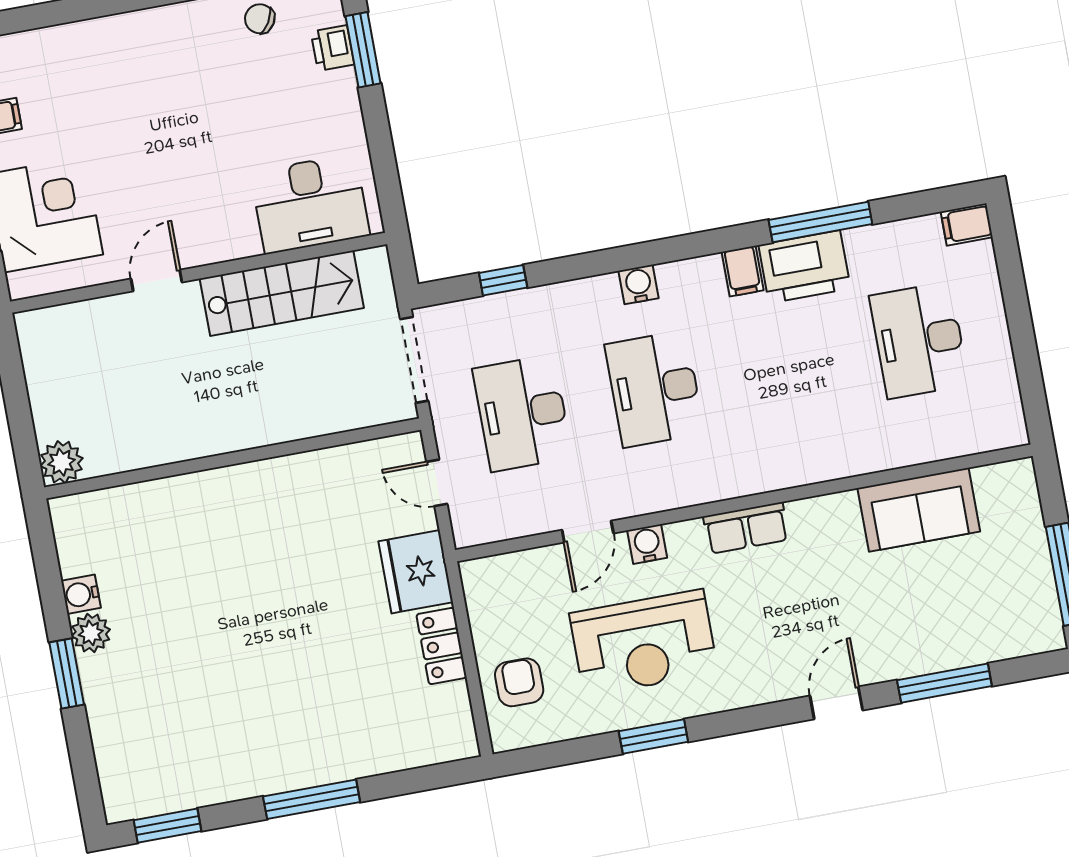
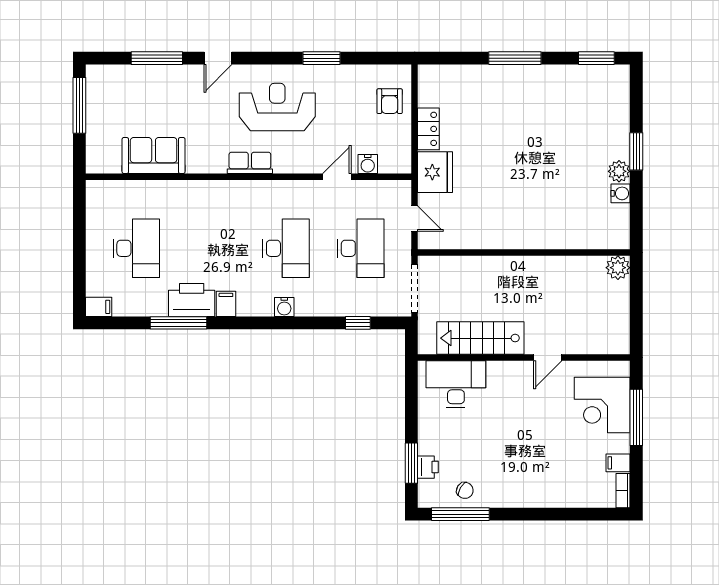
water cooler: (647, 544) -> (368, 164), moved
reception desk: (644, 643) -> (277, 107), moved

